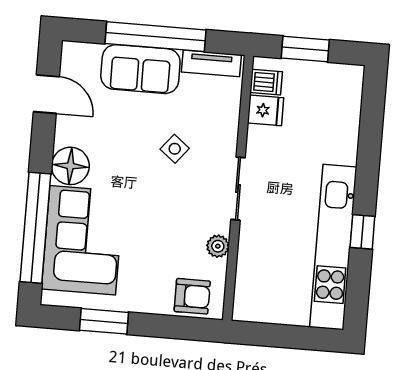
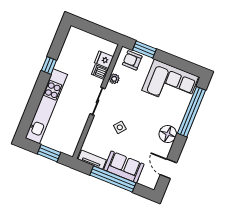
dishwasher: (266, 82) -> (100, 72), moved
fridge: (266, 110) -> (104, 60), moved
corner sofa: (83, 240) -> (170, 84), moved, turned -90
kitchen unit: (333, 247) -> (46, 106), moved
window: (104, 321) -> (145, 49), moved

